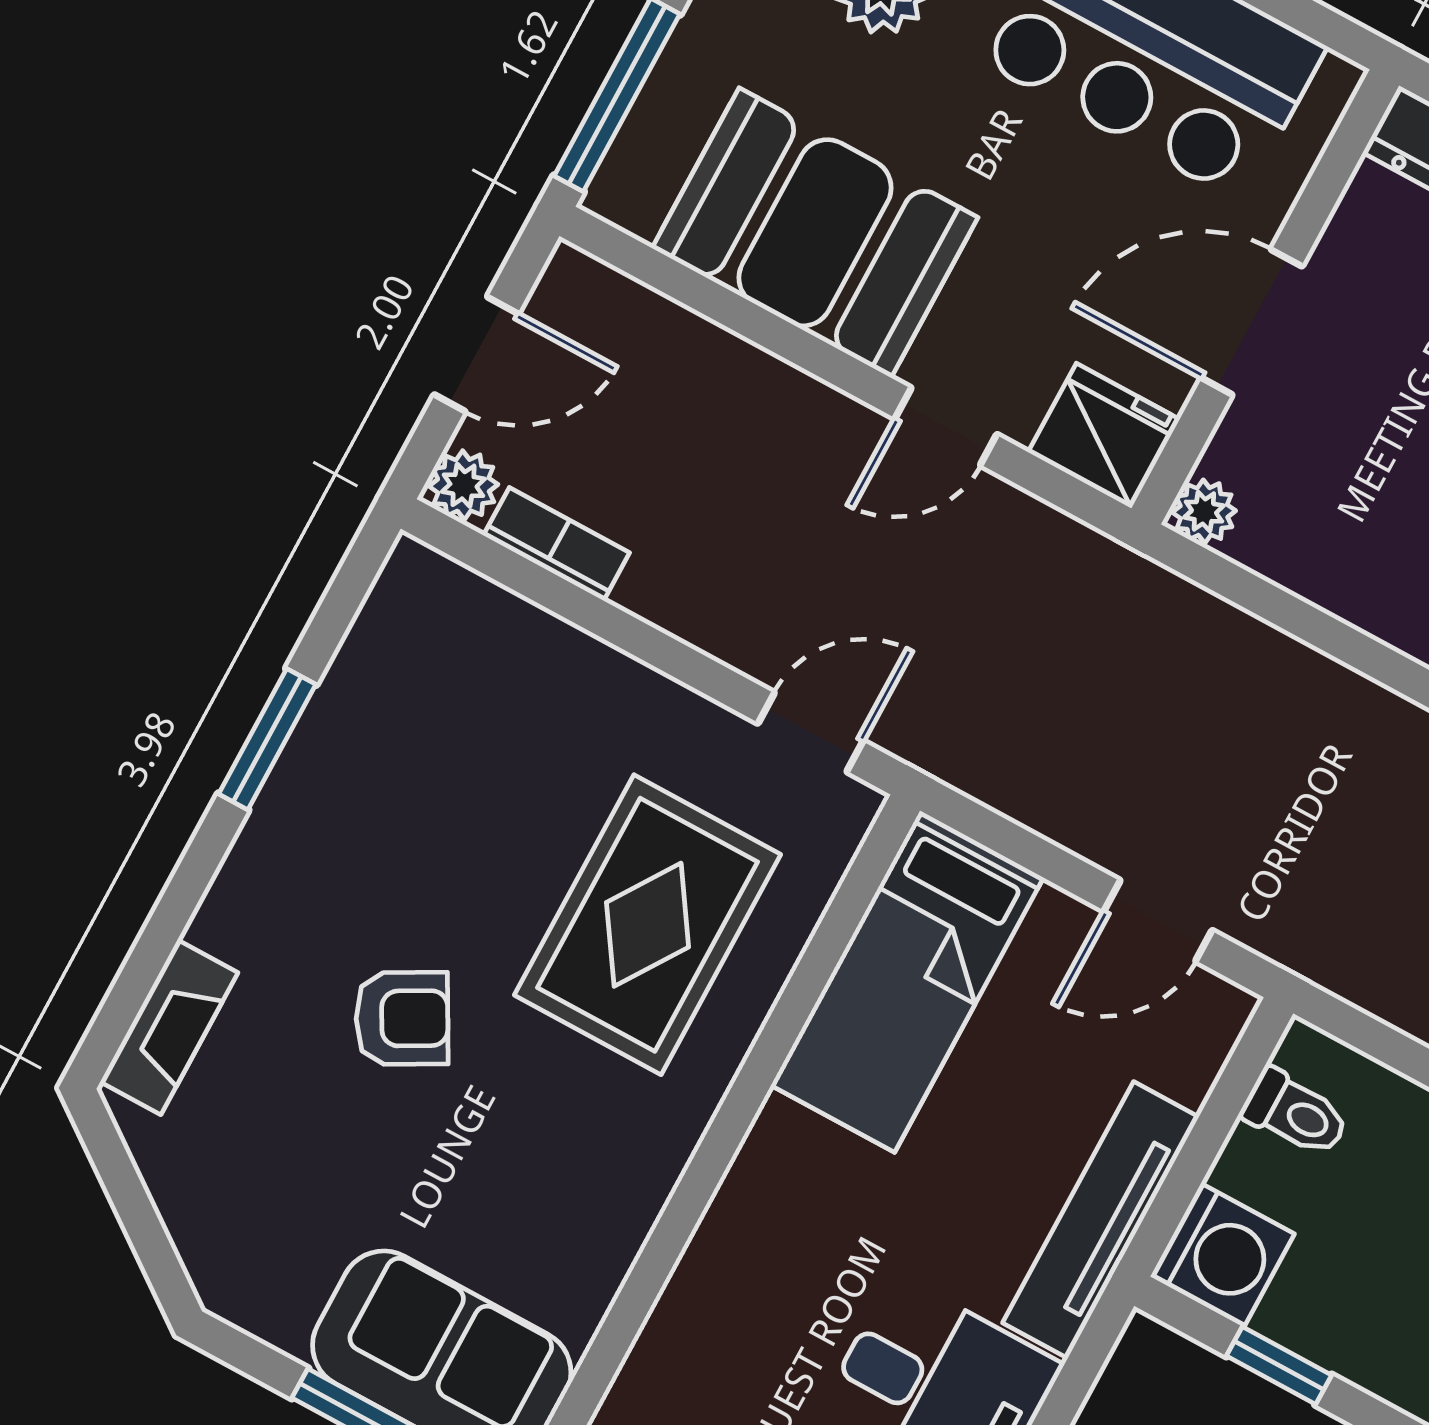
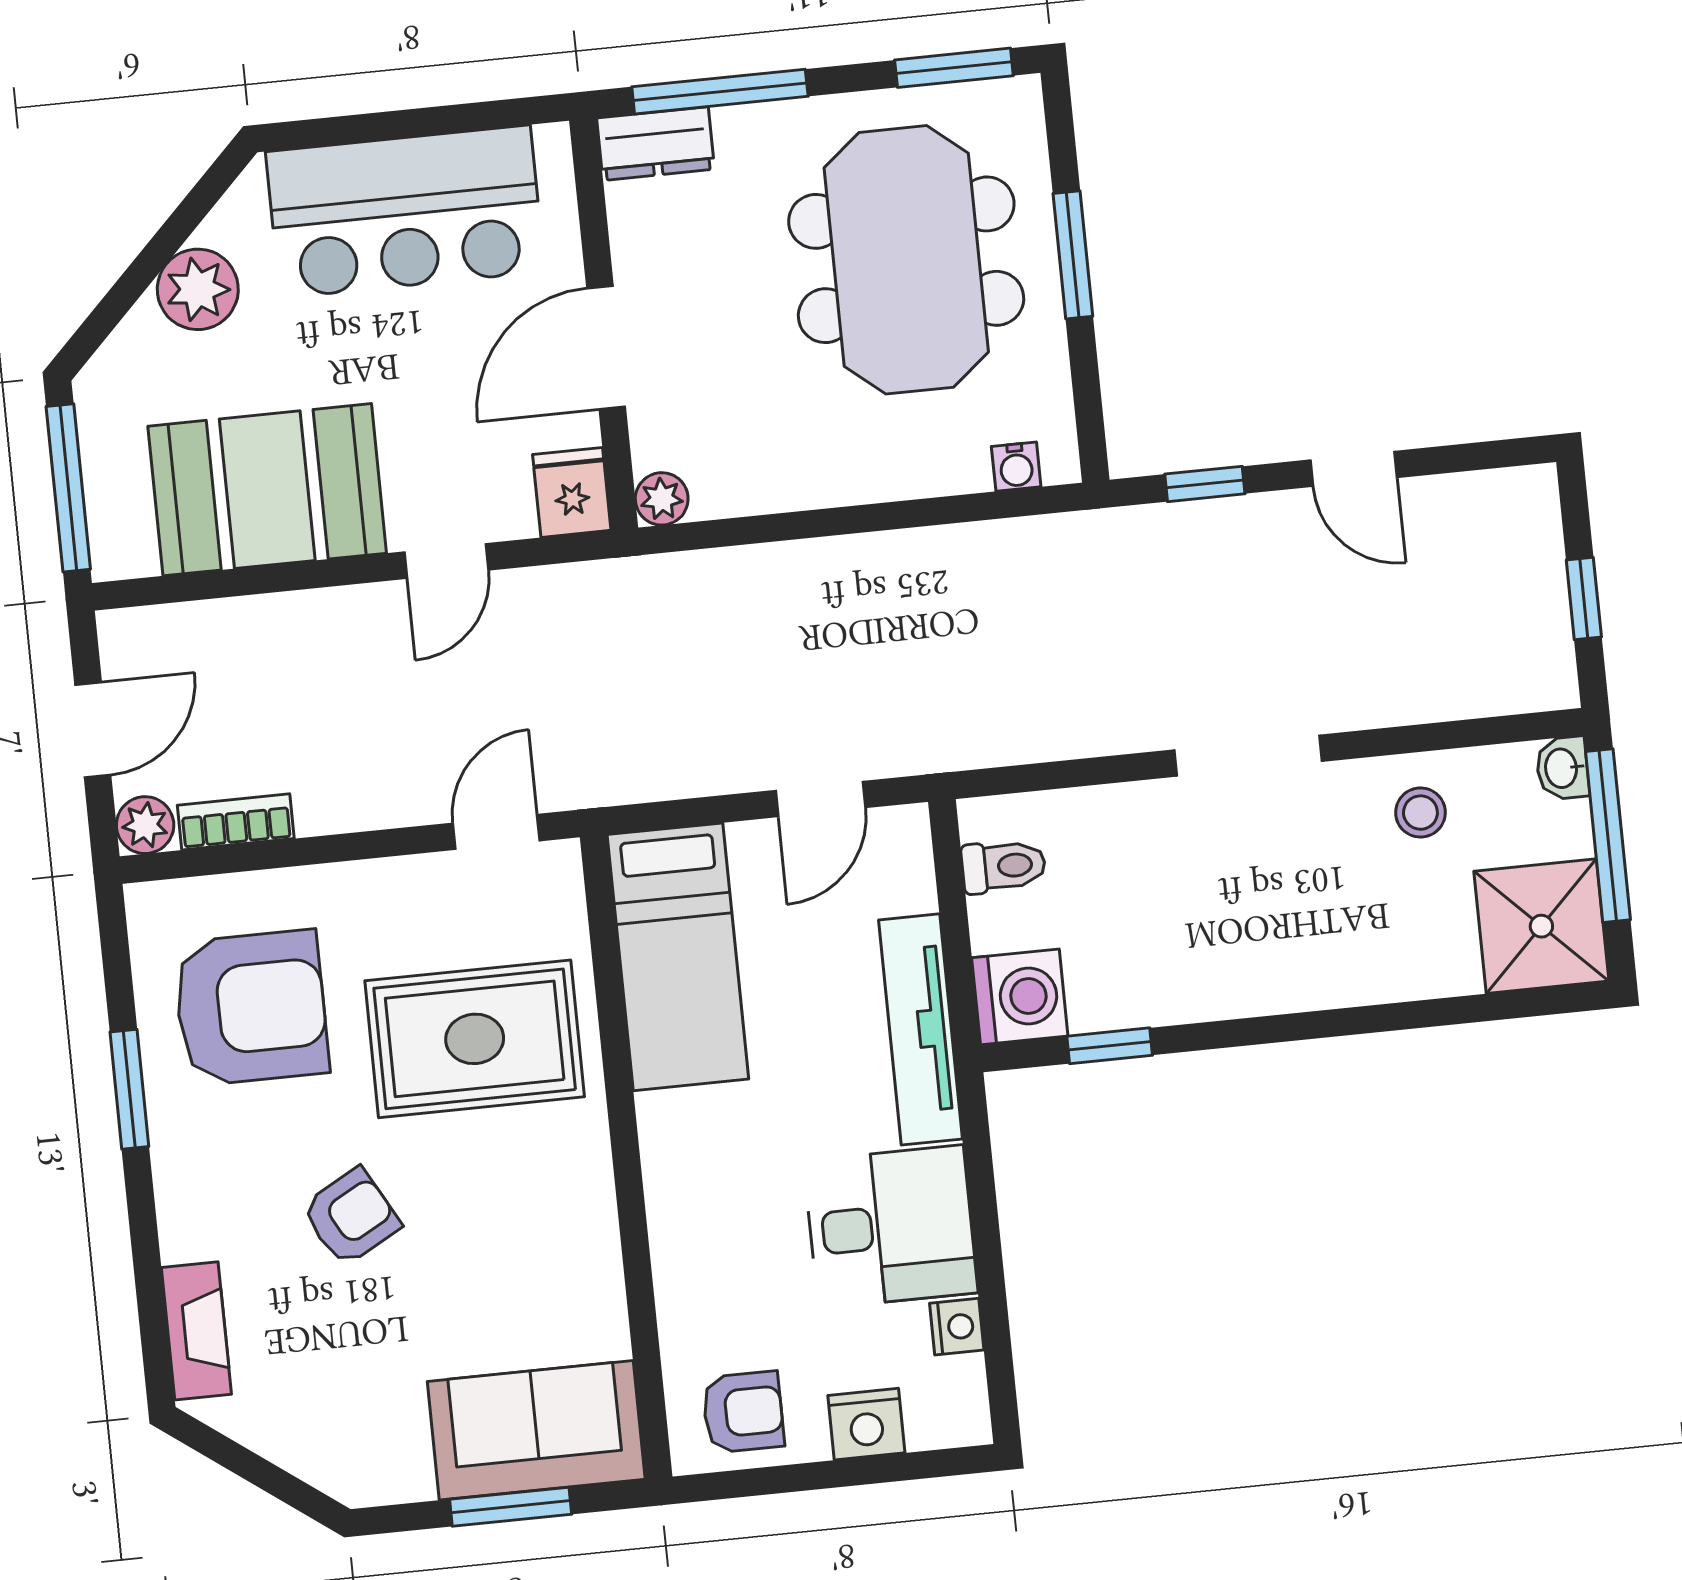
fridge: (1104, 436) -> (572, 492), width x0.72
armchair: (445, 741) -> (251, 1008), added
rug: (648, 925) -> (475, 1039), turned 90

